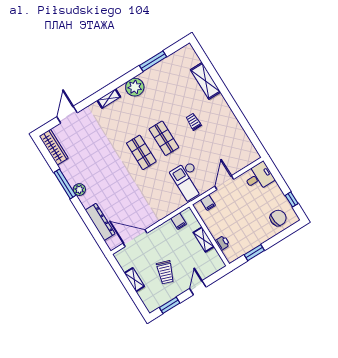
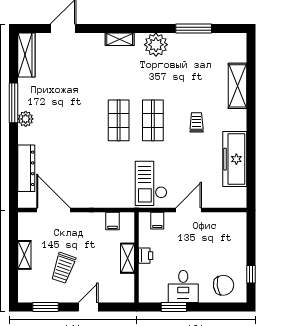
freezer: (234, 130) -> (235, 159), added
desk: (259, 177) -> (183, 286), moved, turned 90
printer: (222, 243) -> (146, 256), moved

